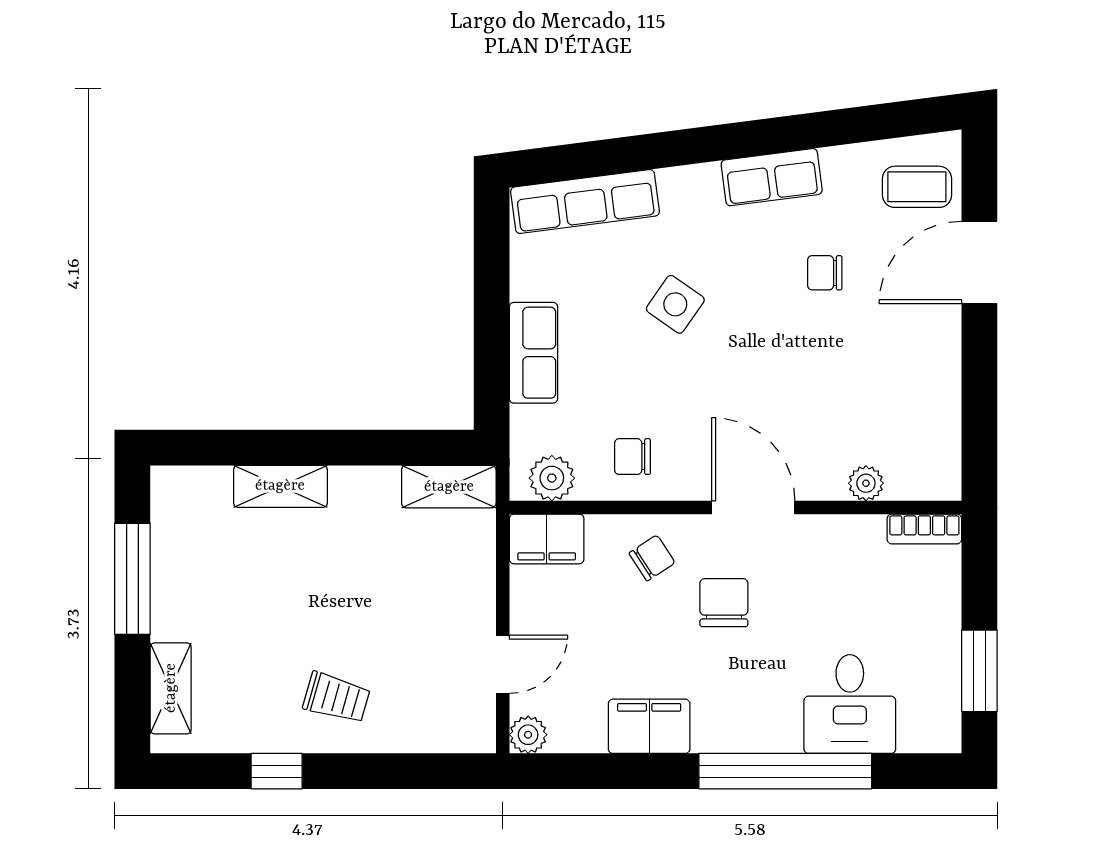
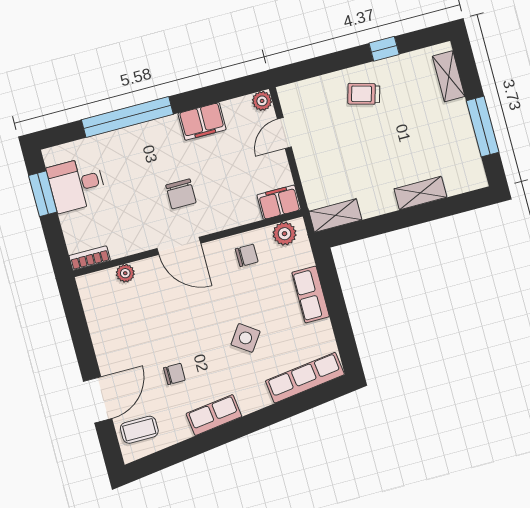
chair: (652, 558) -> (223, 207), removed
desk: (850, 704) -> (77, 184), moved, turned -90

